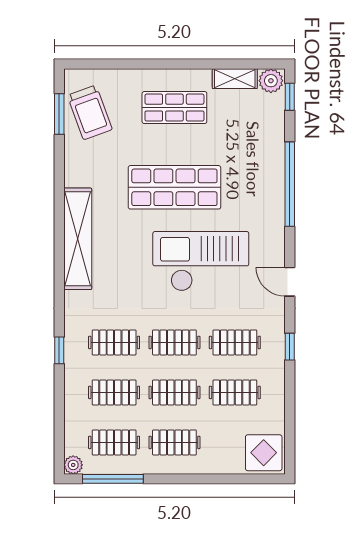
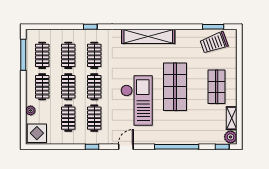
plant: (73, 465) -> (31, 110), moved

